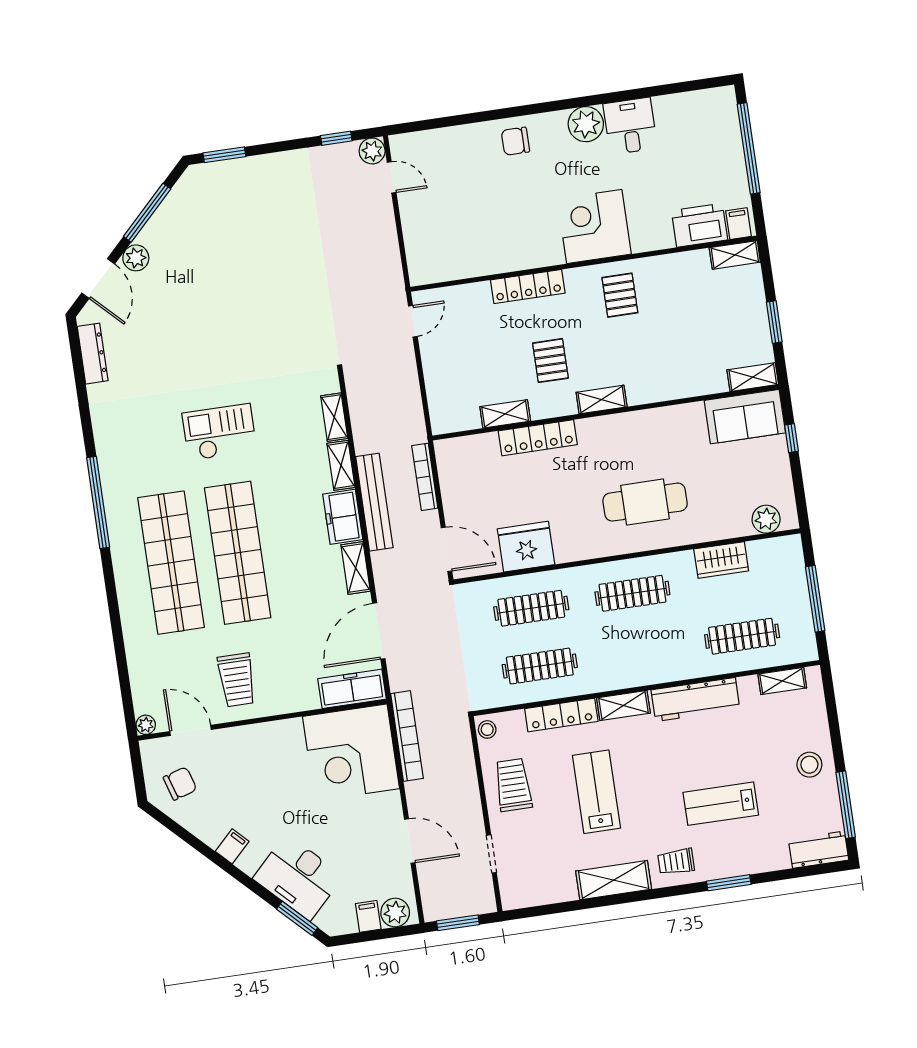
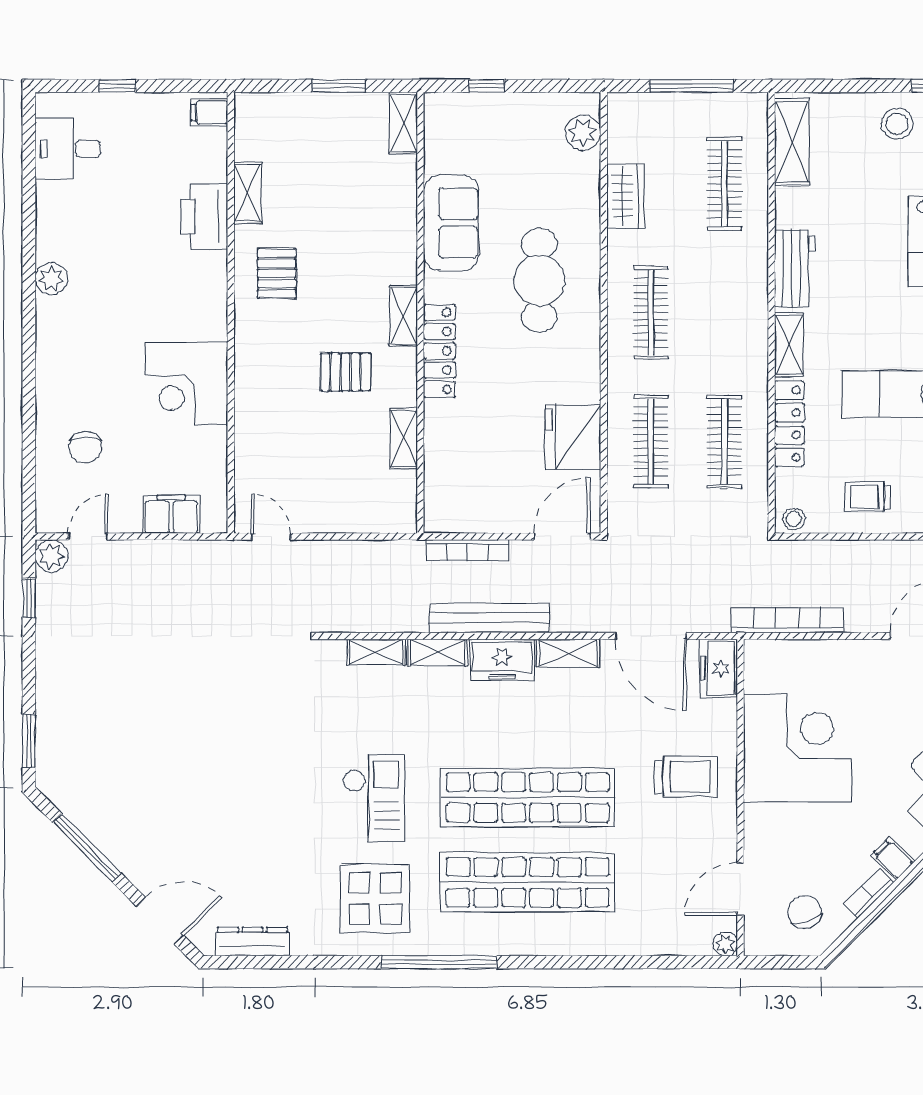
plant: (586, 124) -> (51, 279), width x0.73, depth x0.73
desk: (630, 126) -> (68, 149), moved
chair: (515, 141) -> (85, 447), moved
window: (749, 148) -> (117, 86), width x0.32
printer: (699, 225) -> (204, 216), moved
corner desk: (594, 227) -> (186, 383), moved
filing cabinet: (419, 240) -> (171, 514), added
shelving: (735, 255) -> (248, 193), moved
plant: (136, 258) -> (141, 870), removed
locker: (528, 286) -> (249, 387), removed
pallet: (620, 295) -> (277, 274), turned 90
sofa: (745, 417) -> (451, 223), moved
checkout: (219, 432) -> (374, 798), turned 180
locker: (538, 438) -> (439, 351), moved
display table: (141, 445) -> (375, 898), added
trolley: (237, 680) -> (686, 776), moved
shelving: (782, 681) -> (792, 142), width x1.50, depth x1.33
freezer: (352, 689) -> (718, 668), width x0.71
workbench: (695, 699) -> (795, 268), width x0.73
corner desk: (351, 753) -> (797, 748), moved, turned -90
trolley: (513, 785) -> (868, 497), width x0.73, depth x0.72
bookcase: (202, 832) -> (868, 893), added

